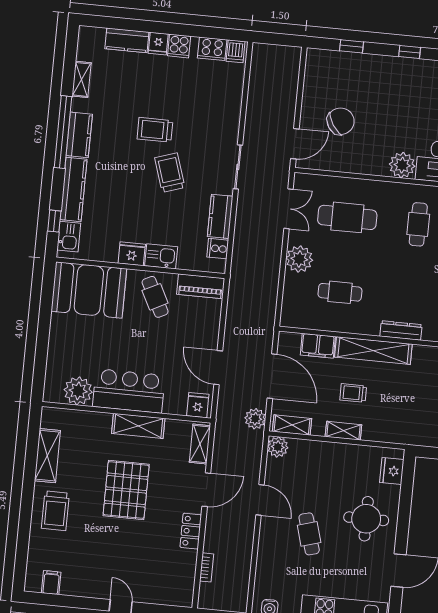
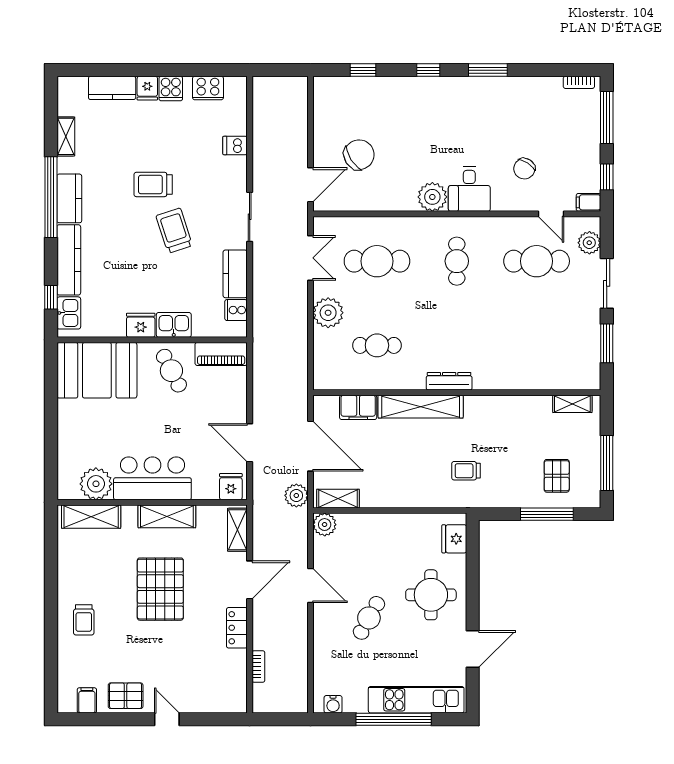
dishwasher: (236, 51) -> (235, 145), moved, turned 90
trolley: (353, 393) -> (466, 471), moved
shelving: (343, 431) -> (396, 499), removed
shelving: (47, 456) -> (91, 517), moved, turned 90
trolley: (55, 511) -> (84, 620), width x0.73, depth x0.72
cafe table: (309, 534) -> (369, 618), turned 45
pallet: (86, 582) -> (126, 696), added

